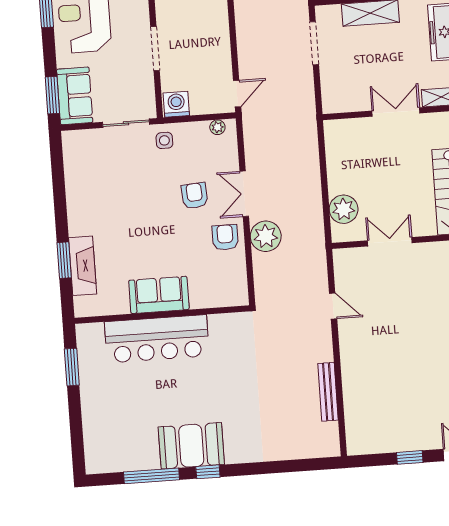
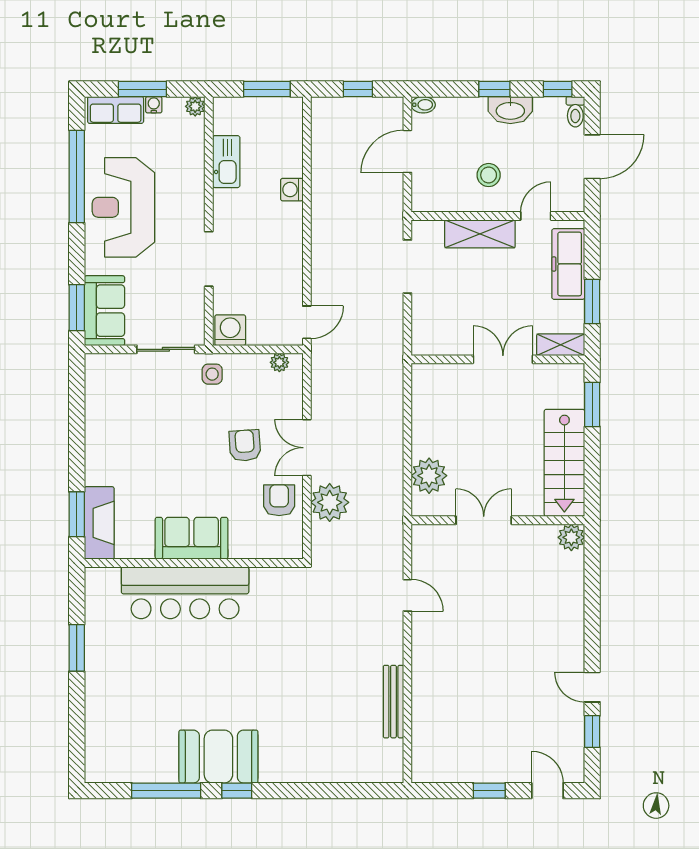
sofa: (159, 295) -> (192, 538), moved
wall: (162, 315) -> (194, 563), moved
bar counter: (157, 339) -> (185, 593), moved

